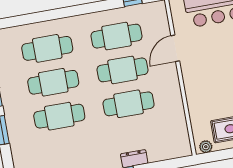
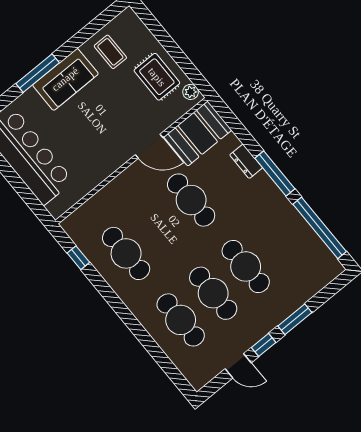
door: (175, 48) -> (149, 146), moved
cafe table: (123, 70) -> (159, 227), removed
booth: (173, 135) -> (198, 134), added

